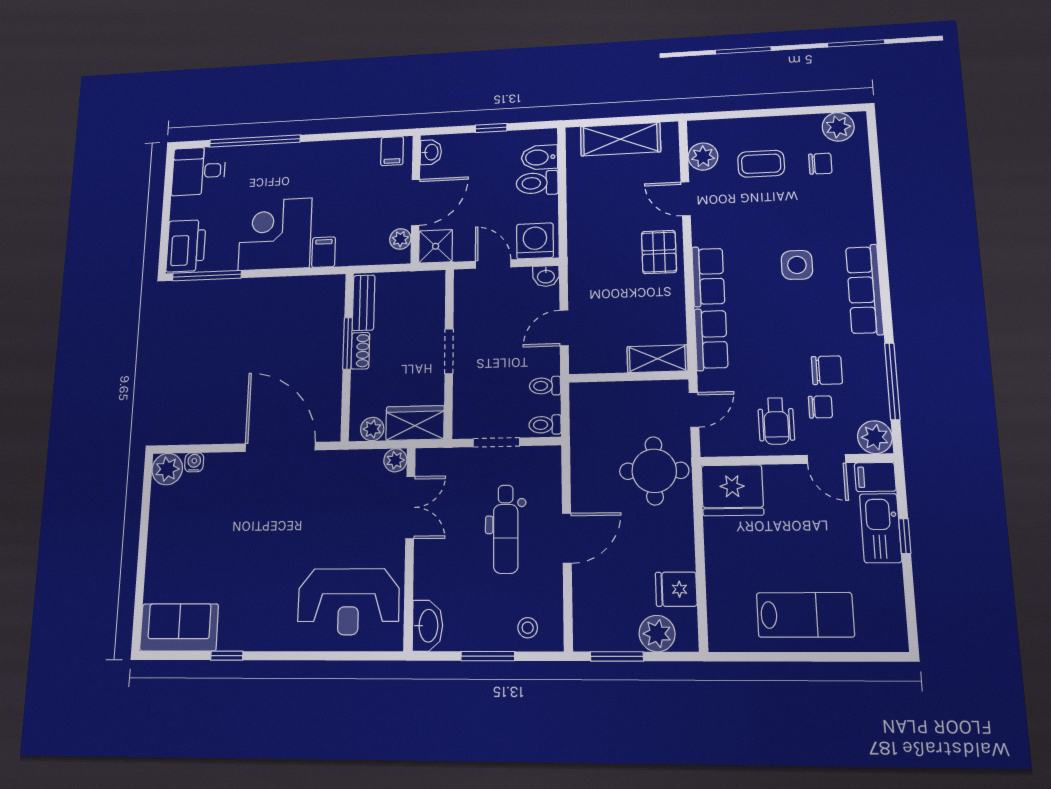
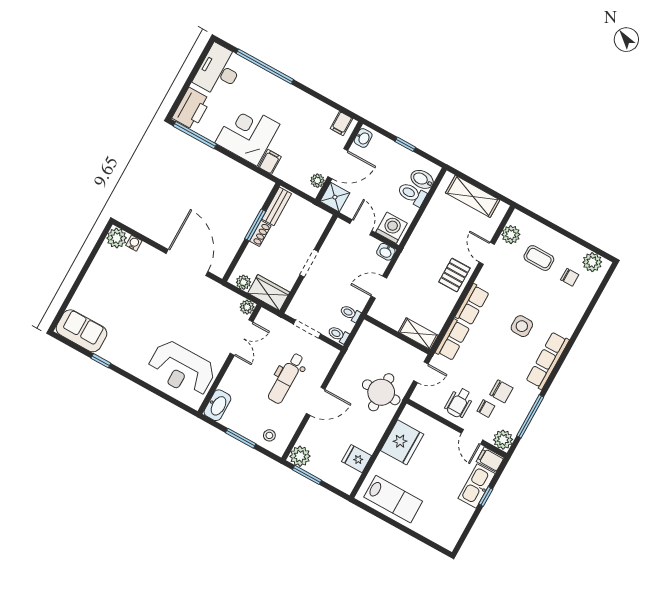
desk: (199, 171) -> (219, 71), width x1.37
fridge: (732, 490) -> (402, 442), moved, turned -90
lab bench: (805, 615) -> (393, 499), moved
plant: (657, 634) -> (300, 456), moved

